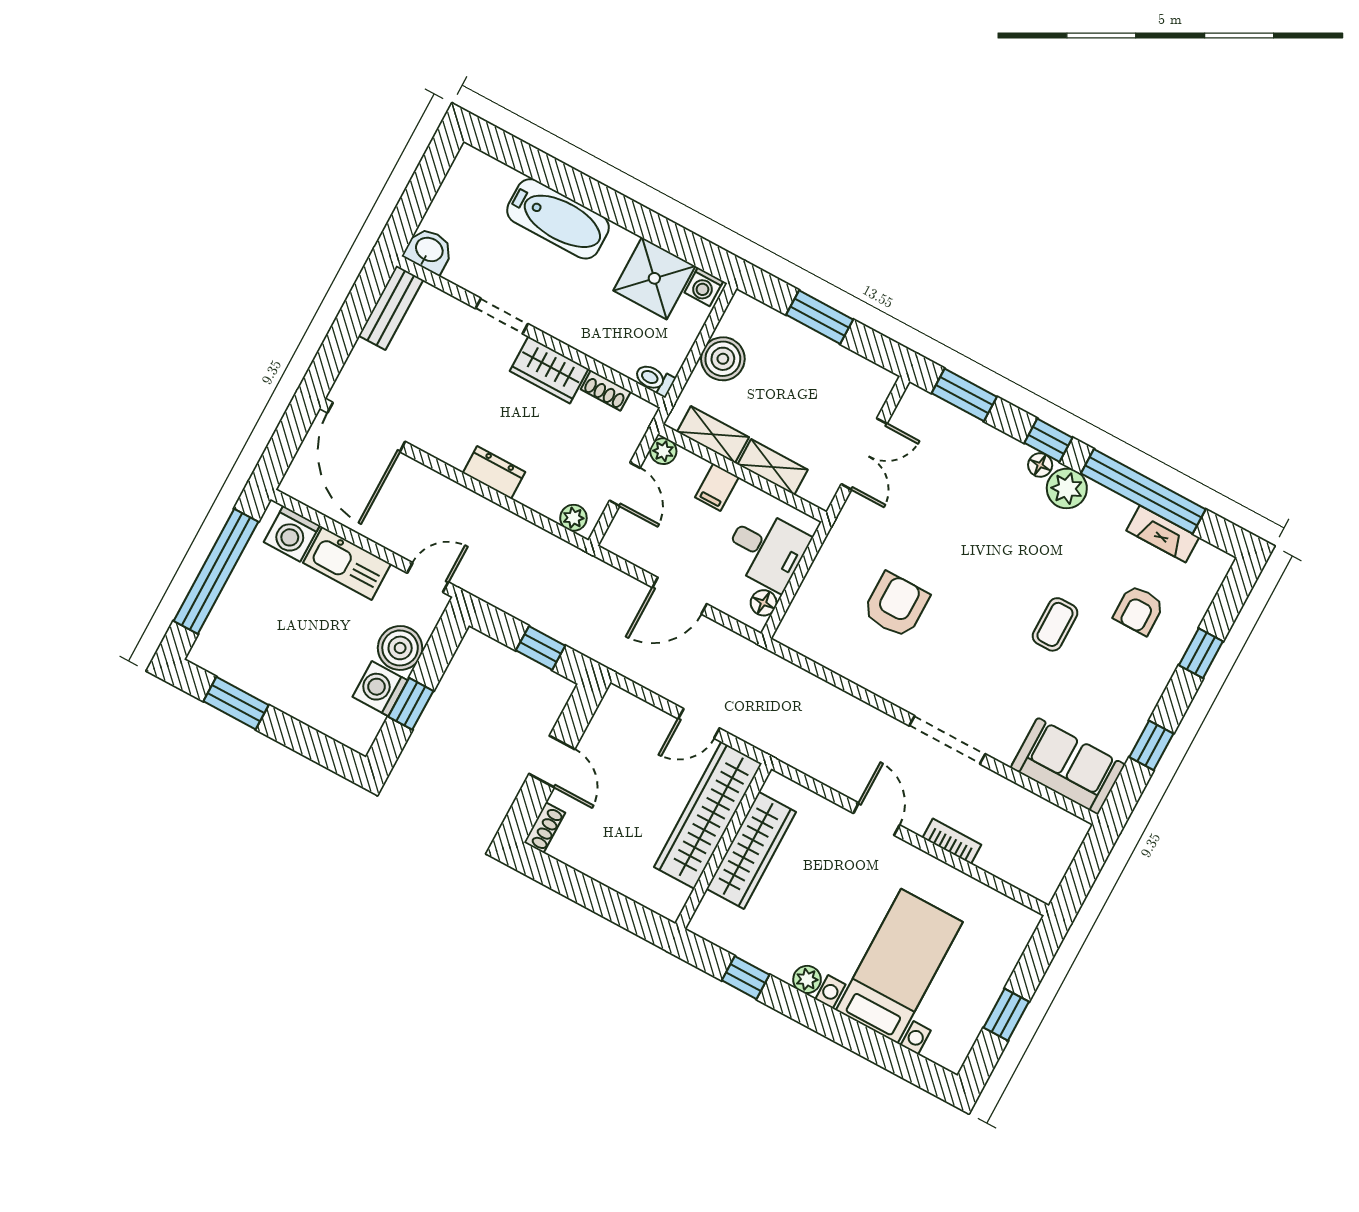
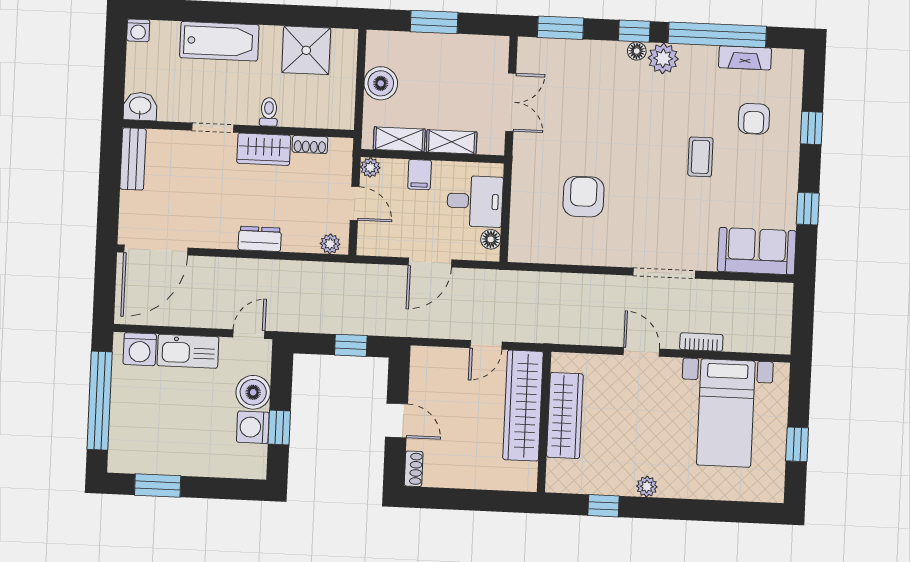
washing machine: (704, 287) -> (138, 30), moved
toilet: (654, 379) -> (269, 112), moved, turned 90
door: (366, 427) -> (156, 250), hinge flipped
bed with nightstands: (899, 966) -> (726, 413), moved, turned 180

